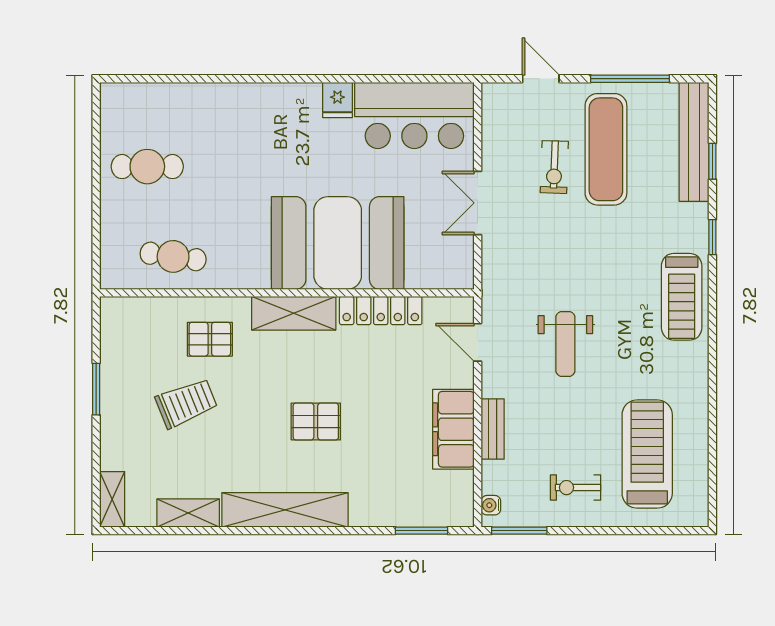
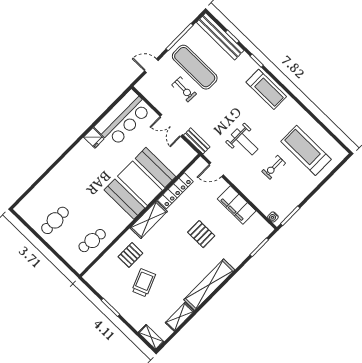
pallet: (316, 422) -> (201, 234), moved, turned 90
bench: (493, 429) -> (197, 141), moved
exercise bike: (576, 488) -> (274, 167), moved

